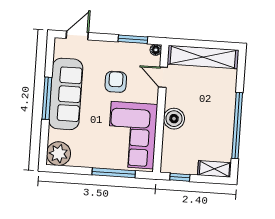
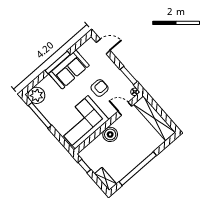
door: (163, 77) -> (125, 109), hinge flipped
sofa: (66, 94) -> (69, 70), width x0.73
window: (114, 173) -> (40, 115), moved

